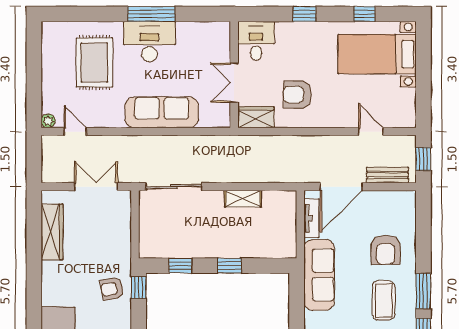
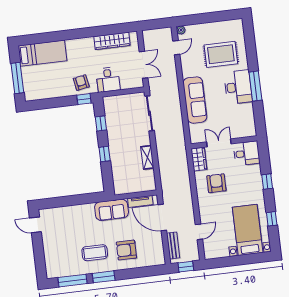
desk: (112, 246) -> (108, 80), added
sofa: (319, 275) -> (112, 210), width x0.73

